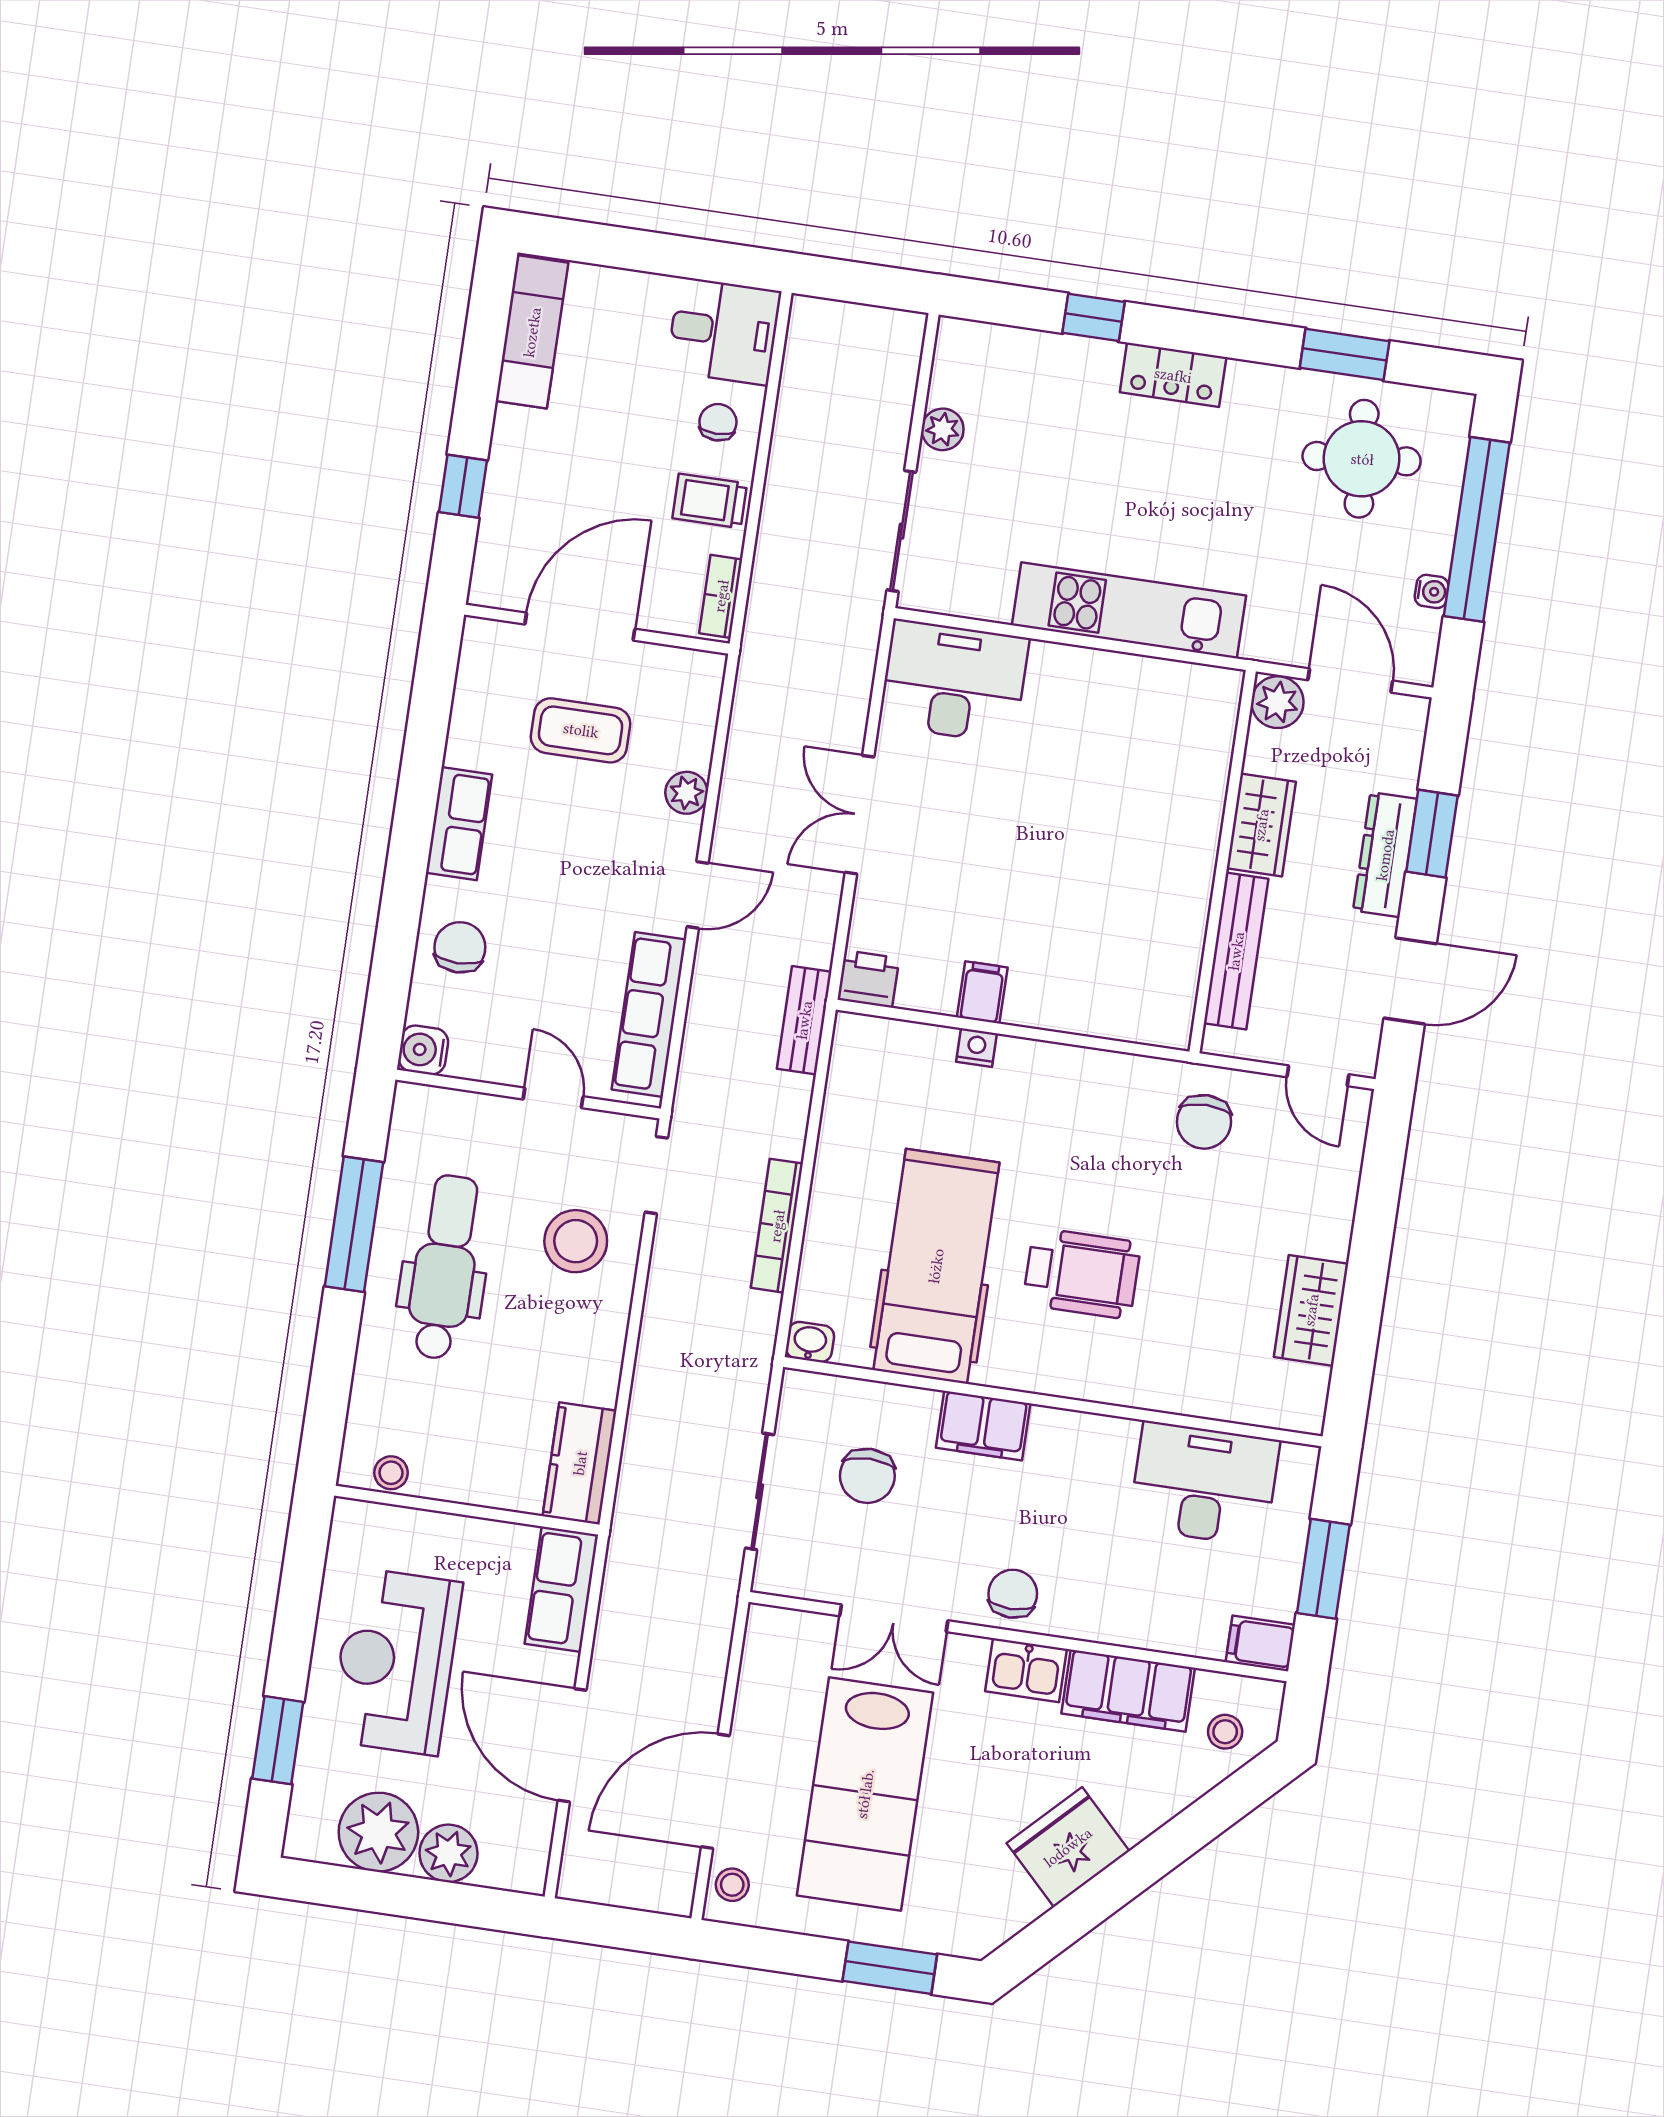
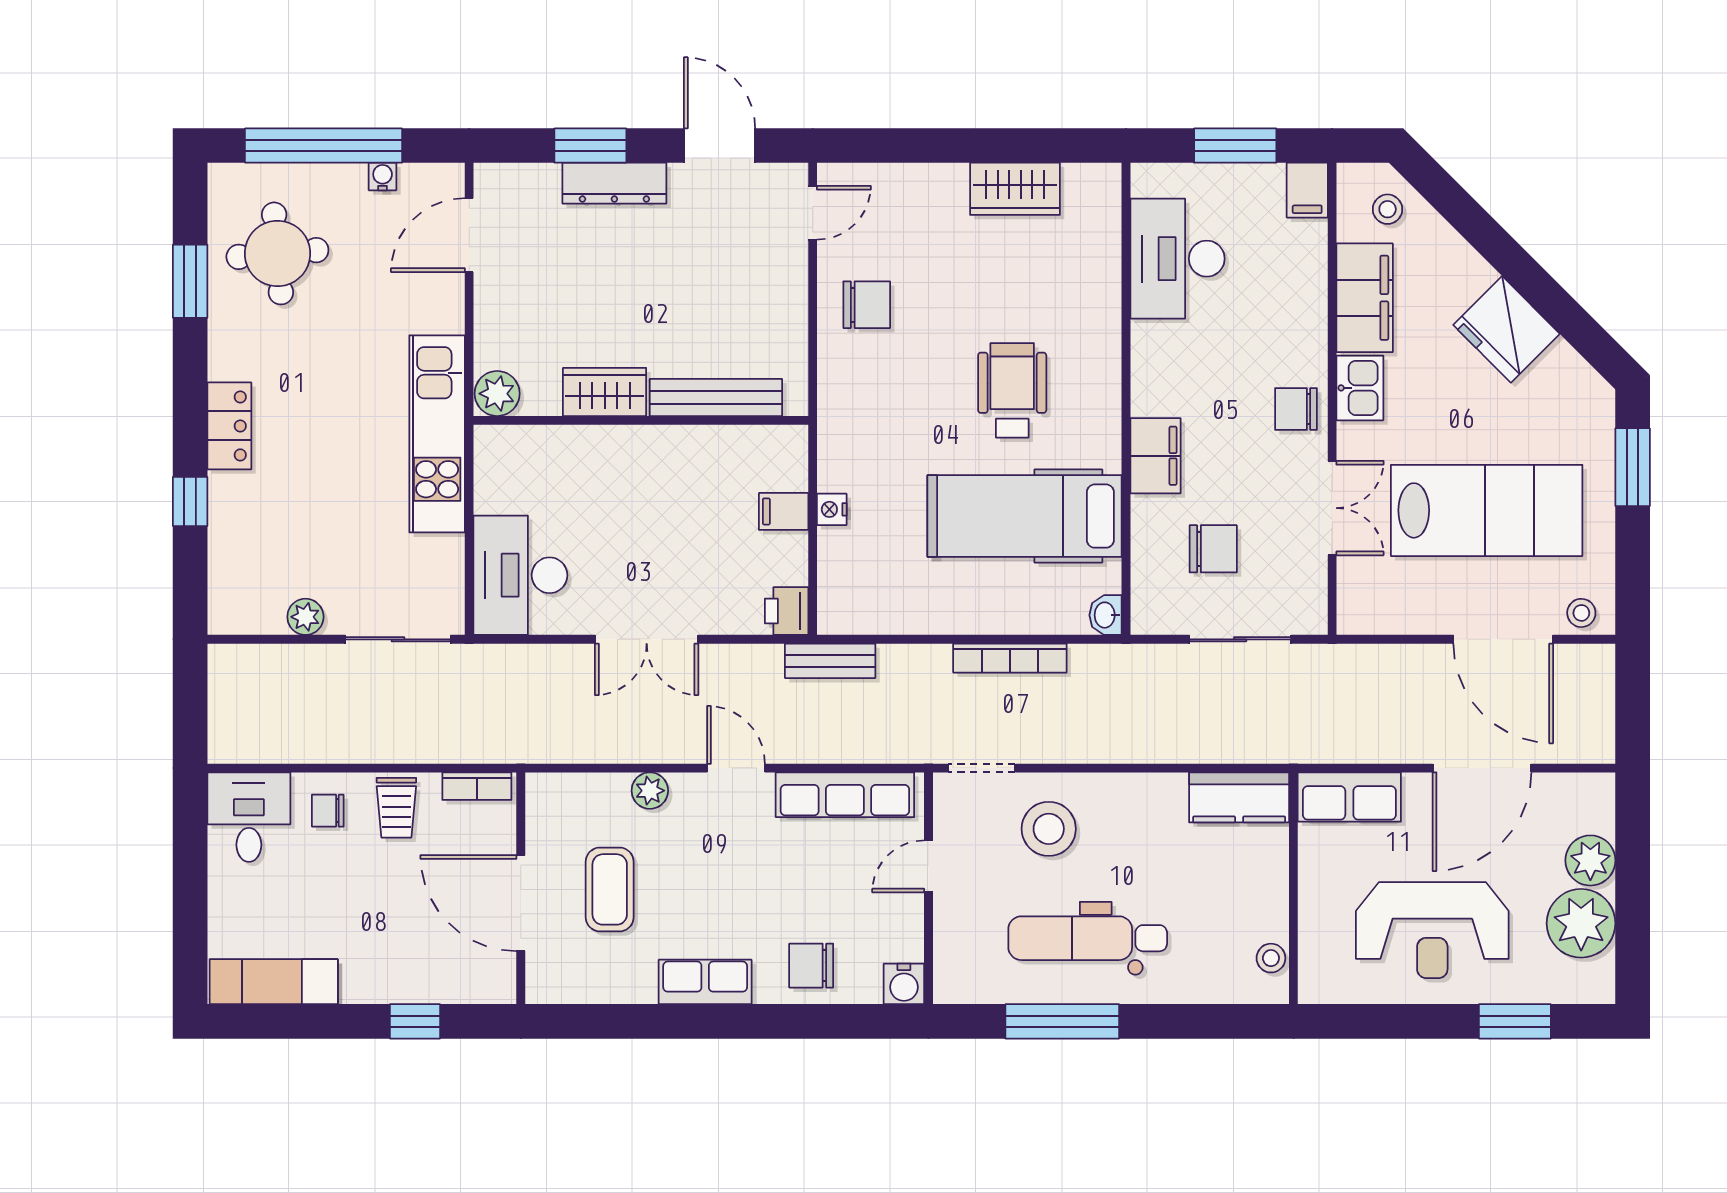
plant: (1278, 702) -> (497, 394), moved
wardrobe: (1261, 825) -> (605, 392), moved
wall: (1223, 862) -> (641, 420), moved
bench: (1236, 951) -> (716, 397), moved

